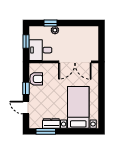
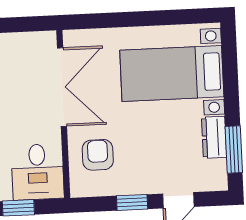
armchair: (36, 79) -> (98, 155), moved

